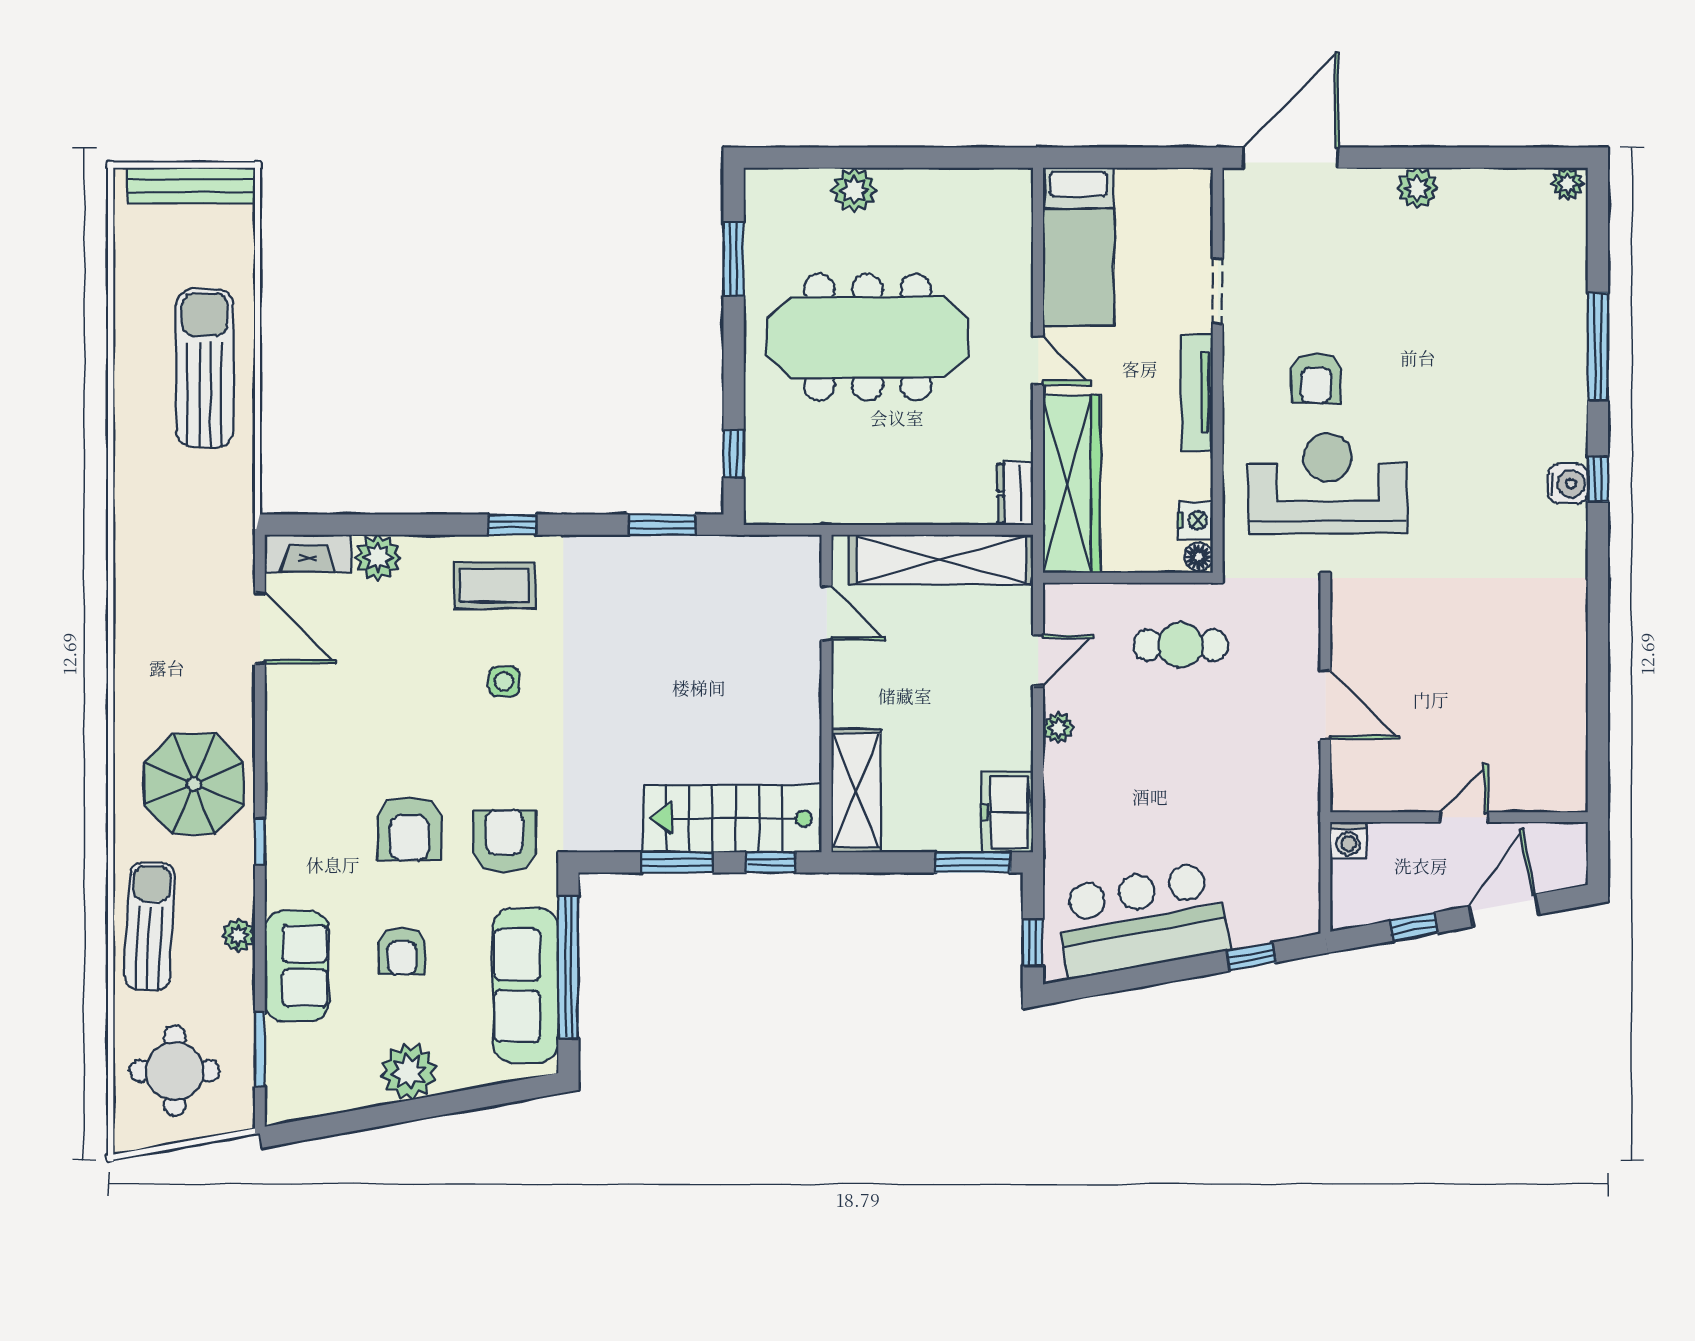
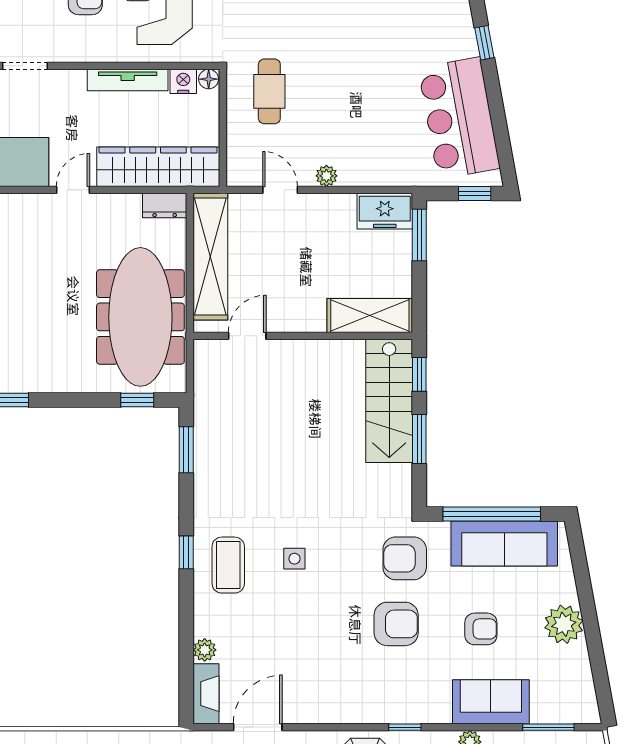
meeting table: (867, 337) -> (140, 317), moved
tv unit: (1197, 392) -> (128, 80), moved
plant: (378, 558) -> (205, 650), width x0.73, depth x0.73

